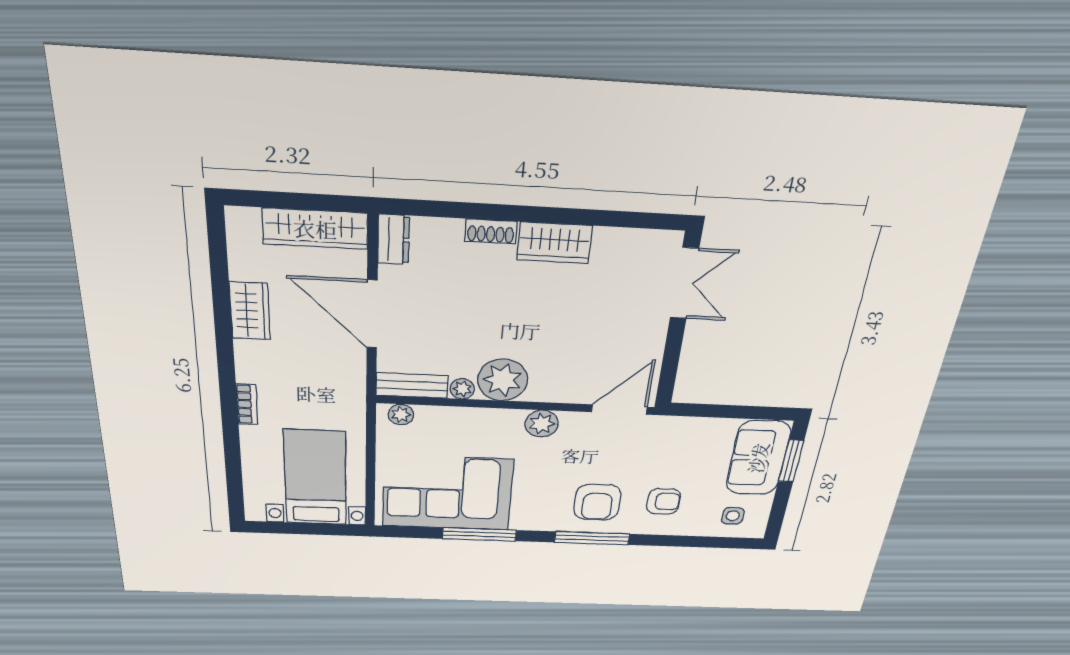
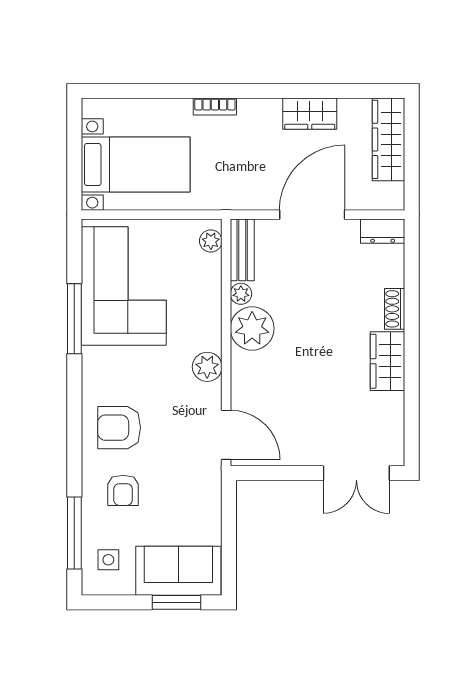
wardrobe: (315, 229) -> (389, 139), moved
window: (592, 538) -> (74, 533), moved

